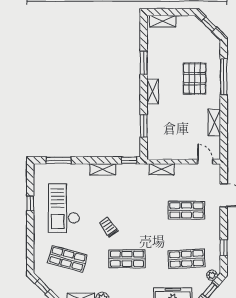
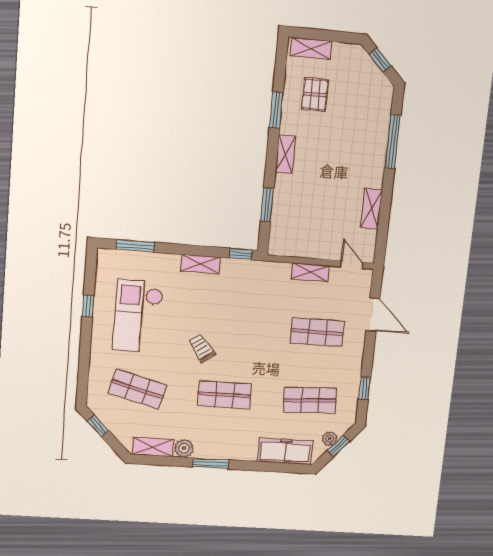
pallet: (195, 79) -> (315, 94), moved, width x0.67, depth x0.71
shelving: (162, 169) -> (310, 272), moved
plant: (212, 275) -> (330, 439), moved

